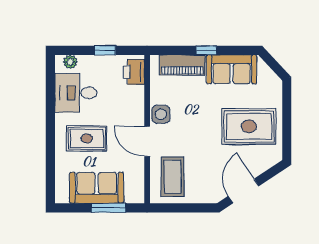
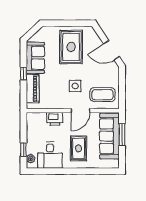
window: (105, 50) -> (23, 150), moved
printer: (134, 72) -> (55, 119), moved
side table: (161, 114) -> (75, 86), moved
sofa: (97, 188) -> (109, 136), width x1.36

